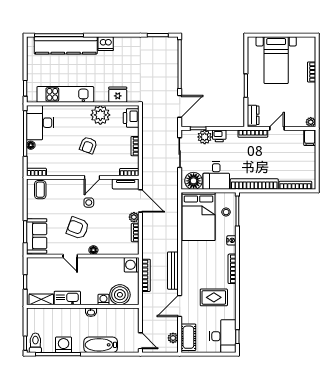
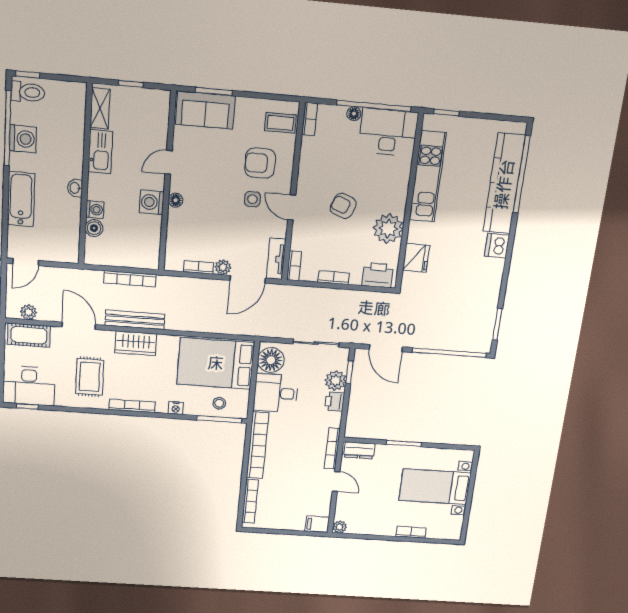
armchair: (78, 228) -> (260, 163), moved, turned -110
washing machine: (132, 265) -> (152, 202), moved, turned -90
wardrobe: (189, 269) -> (136, 343), added
boiler: (120, 295) -> (94, 228), width x0.54, depth x0.54

